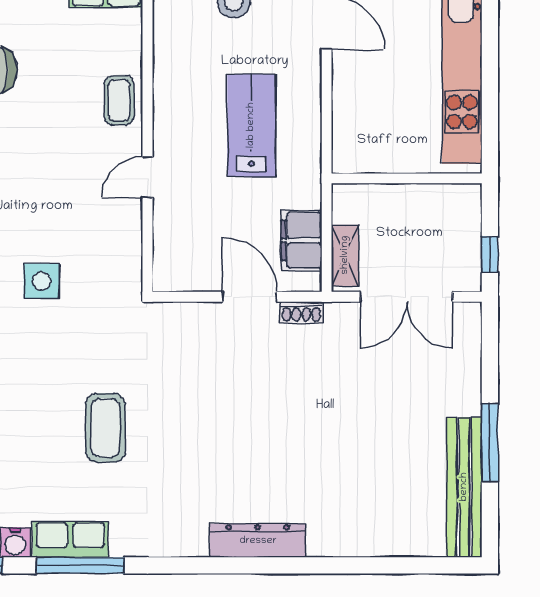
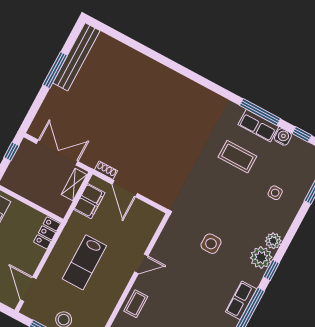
locker: (347, 142) -> (47, 233), added
coffee table: (105, 428) -> (237, 157), moved, turned 90
dresser: (258, 541) -> (178, 82), removed

